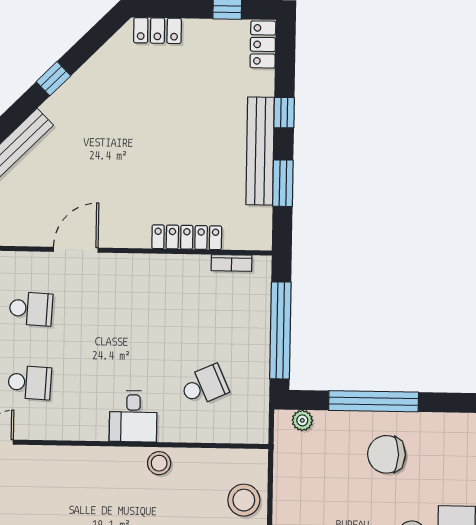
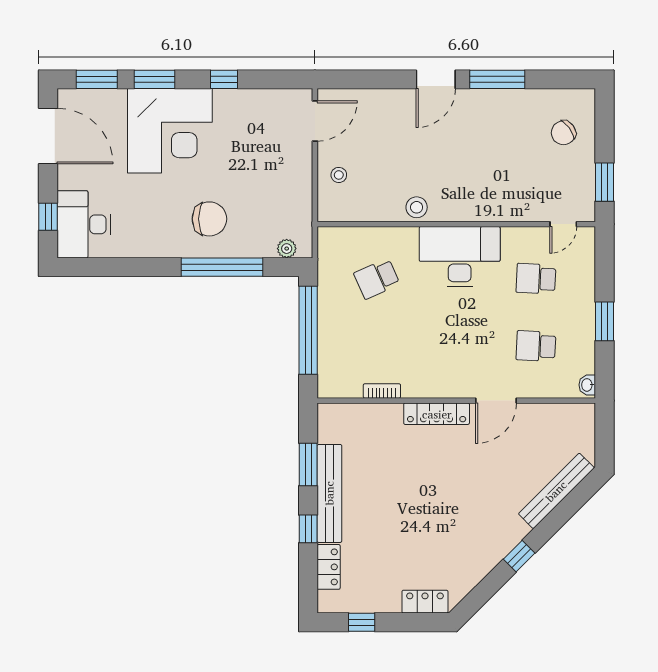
locker: (263, 44) -> (329, 567), moved
locker: (187, 237) -> (437, 414), moved
bookcase: (232, 263) -> (382, 391), moved
desk: (133, 416) -> (460, 257), width x1.87, depth x1.30
stool: (244, 500) -> (339, 175), width x0.53, depth x0.53

